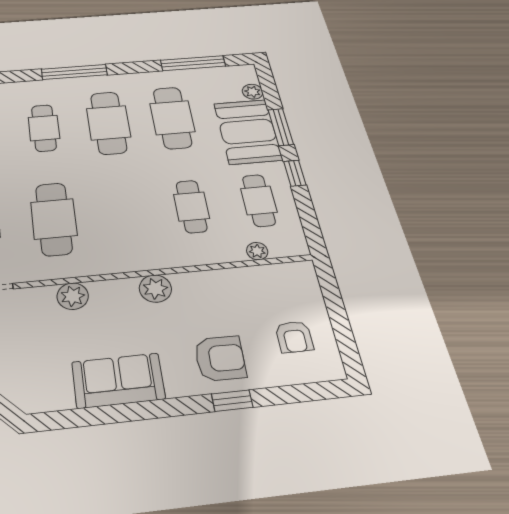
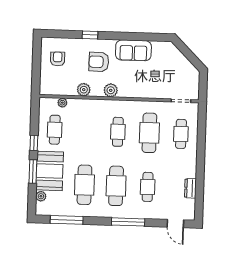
cafe table: (191, 206) -> (118, 132), moved
plant: (73, 296) -> (84, 90), moved
armchair: (220, 358) -> (99, 62), moved

